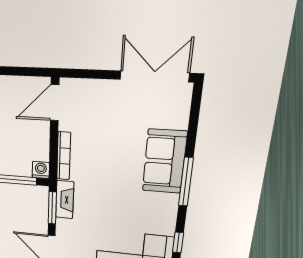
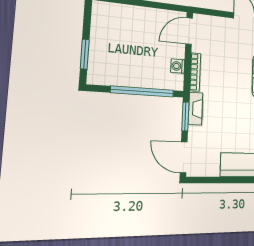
washing machine: (41, 170) -> (178, 66), moved, turned -90

